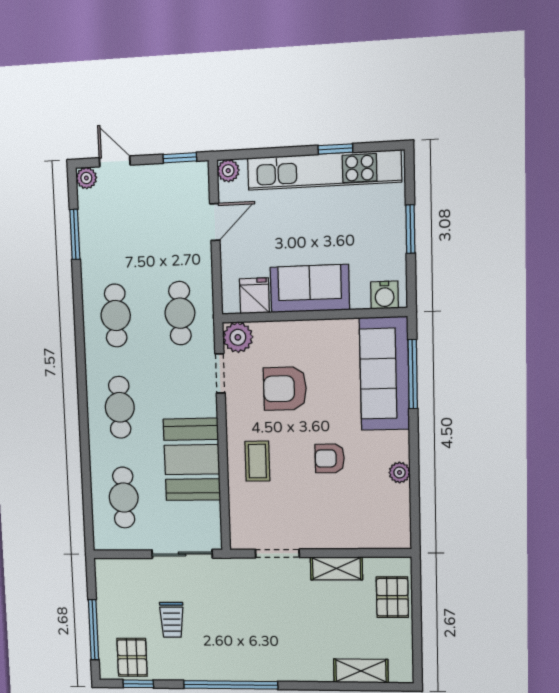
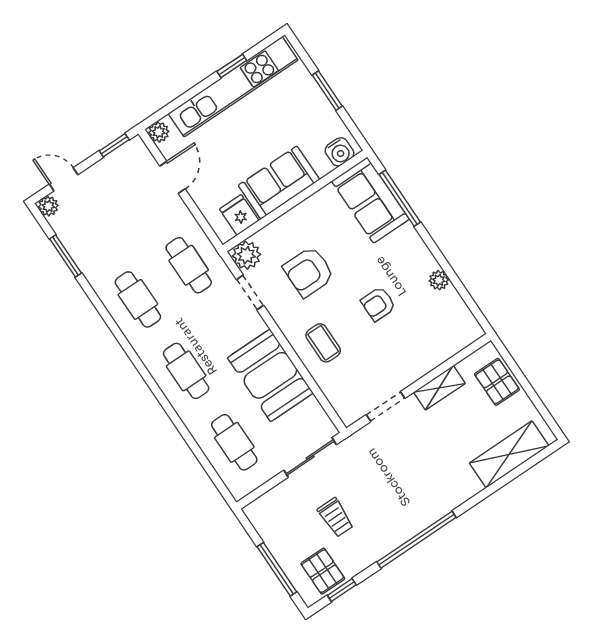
sofa: (384, 373) -> (370, 200), width x0.73
shelving: (361, 671) -> (509, 454), width x1.50, depth x1.33

